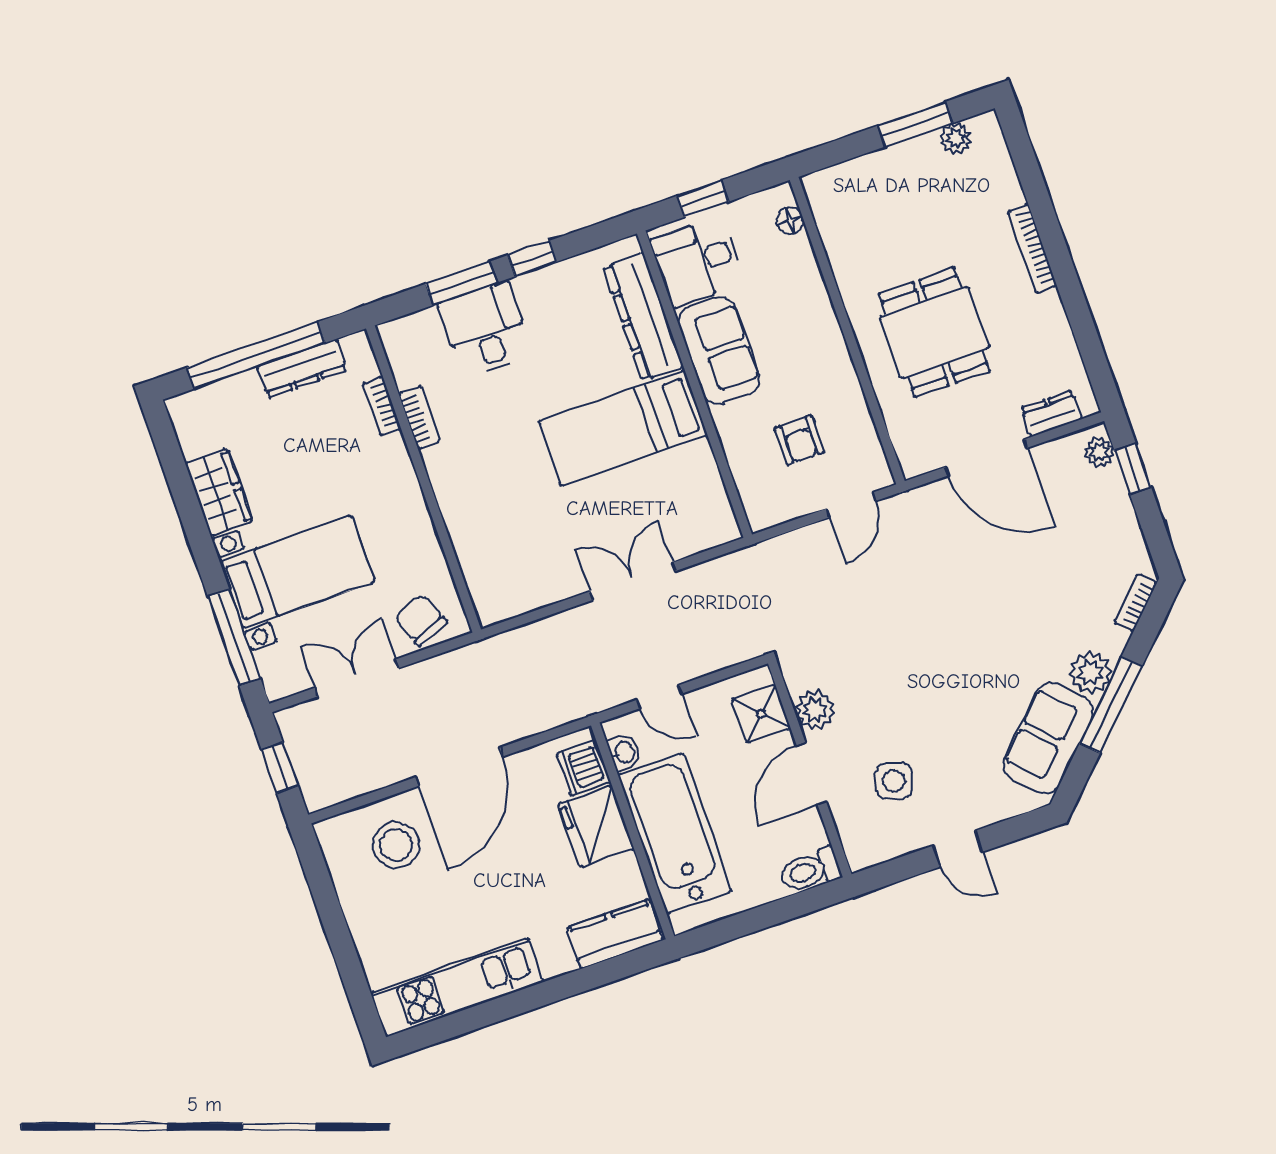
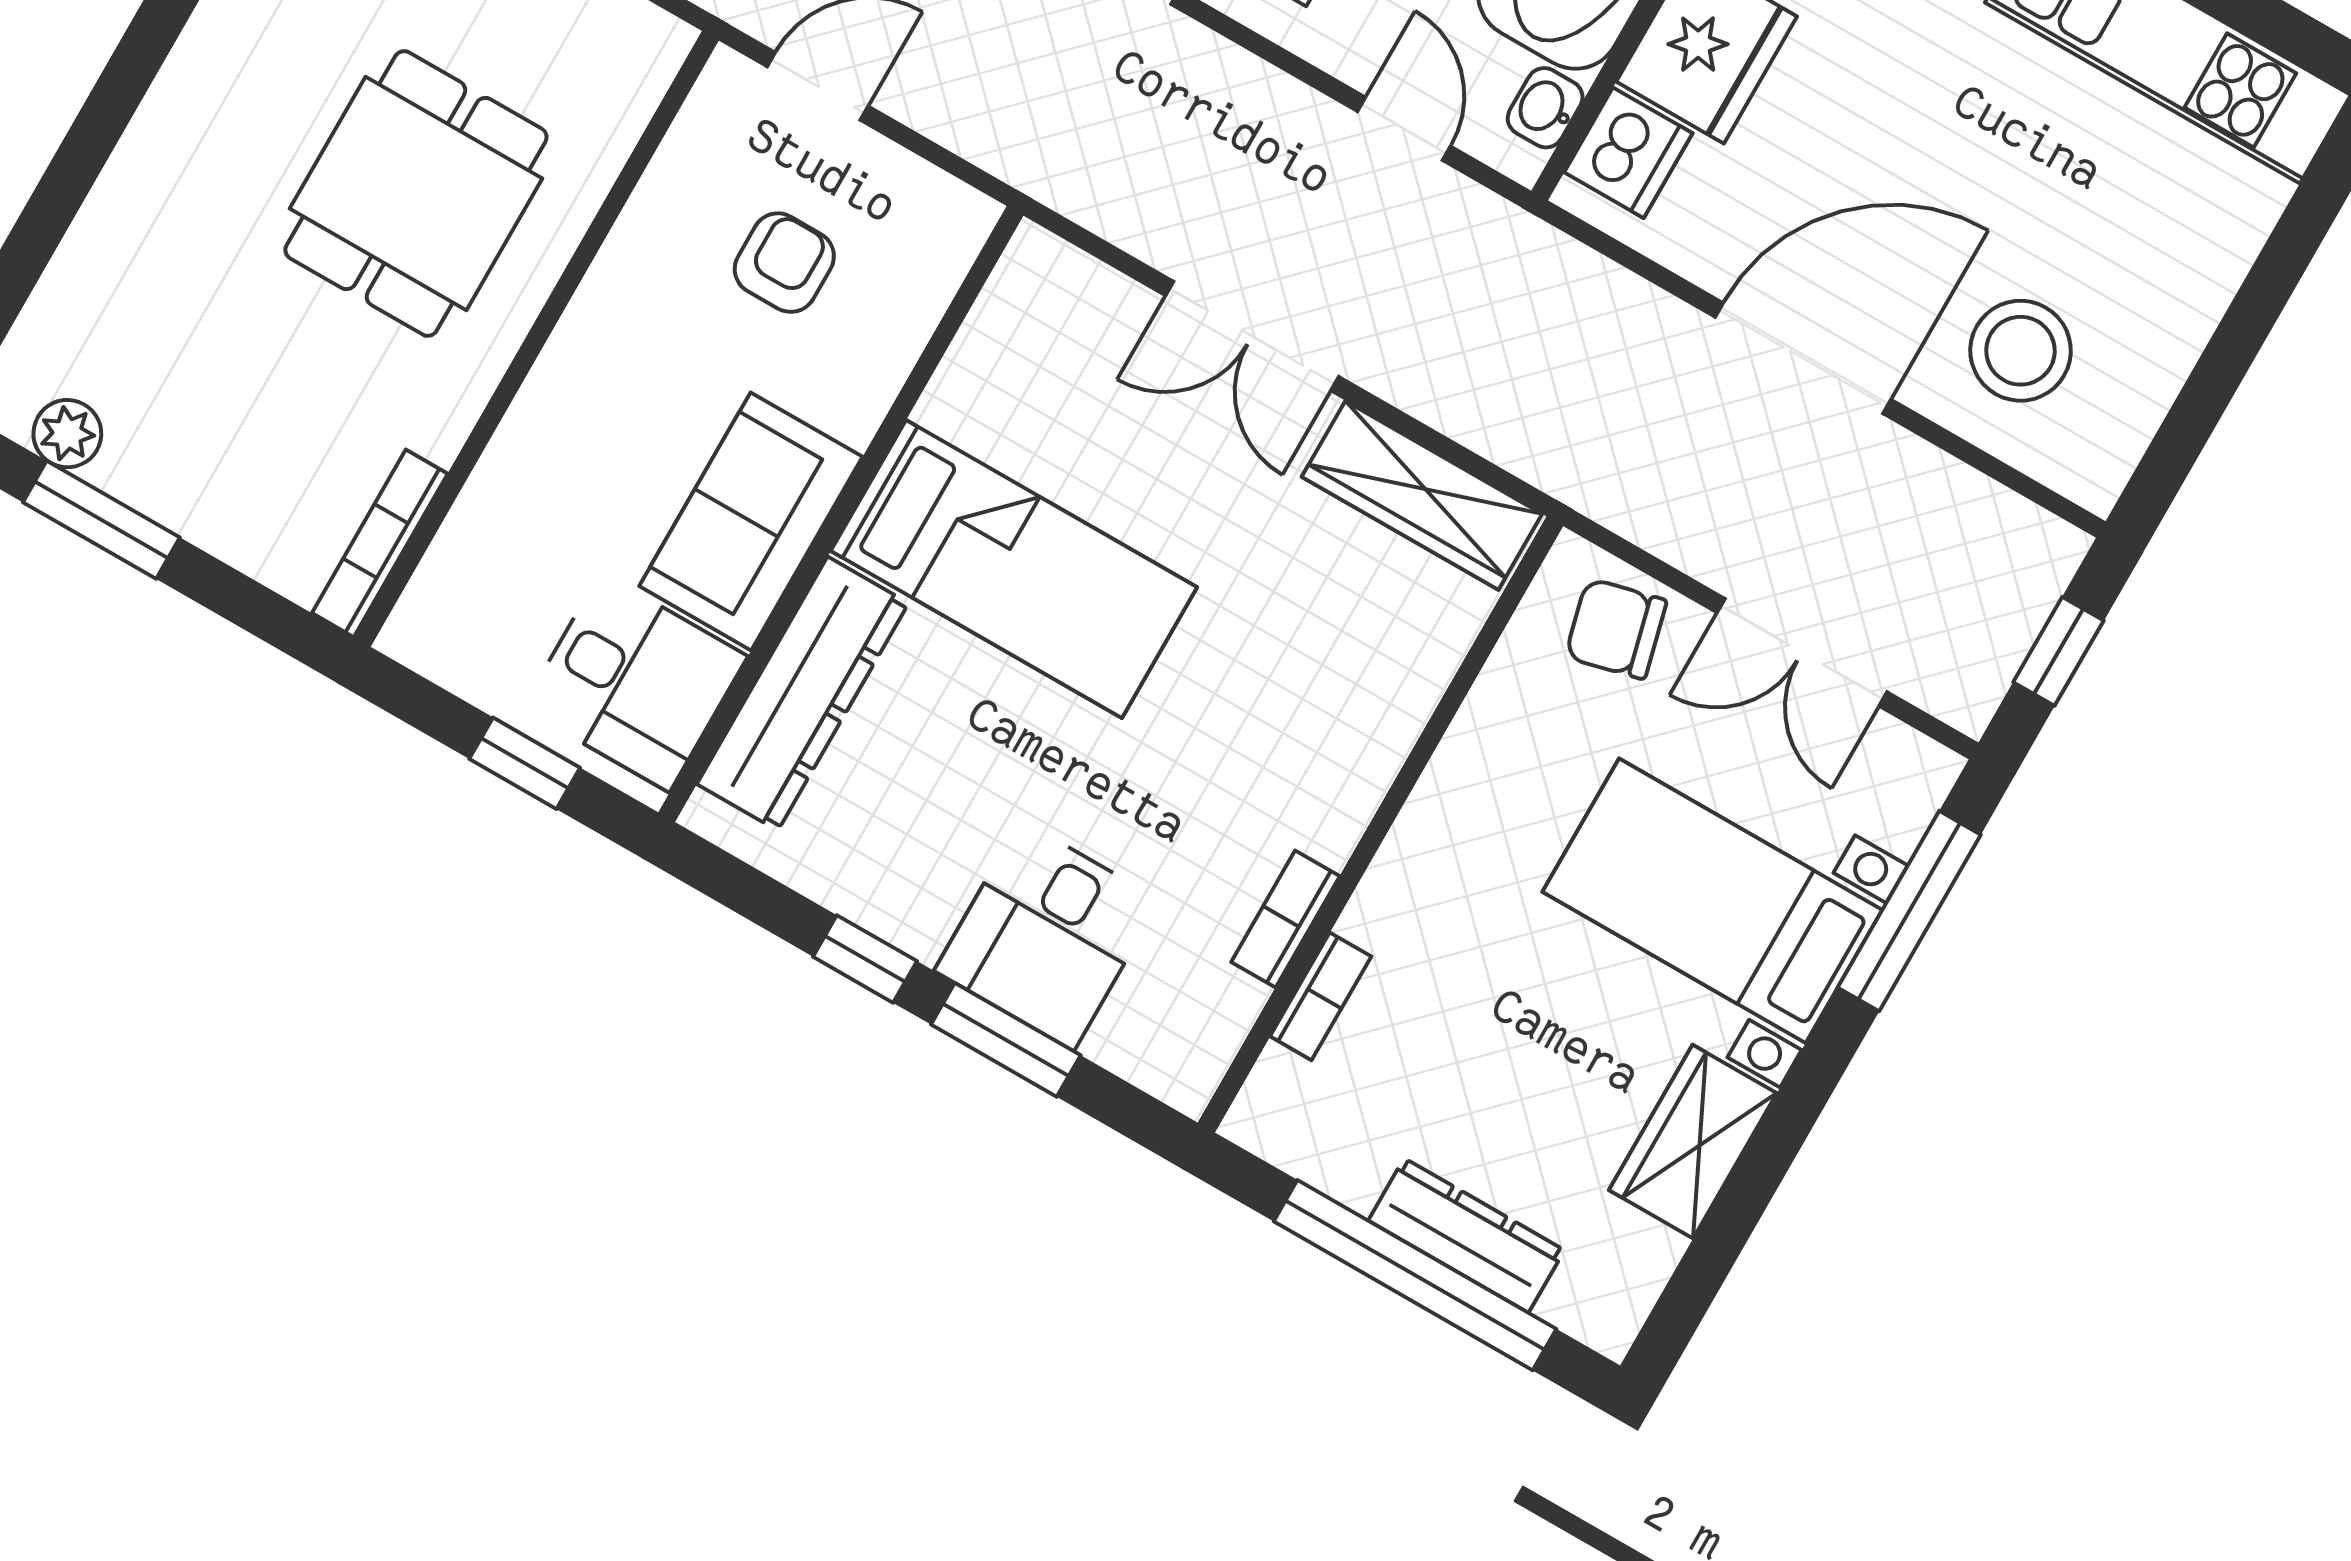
floor lamp: (790, 221) -> (437, 589), removed
bookcase: (1032, 249) -> (380, 543), moved, turned 180
dresser: (302, 368) -> (1466, 1235), moved
wardrobe: (526, 593) -> (1422, 495), added
chair: (421, 620) -> (1616, 629), turned 98

